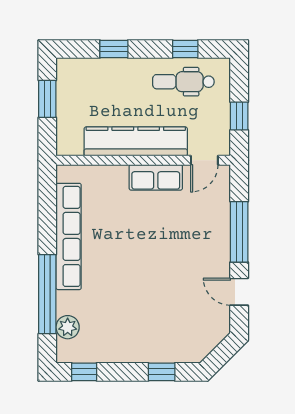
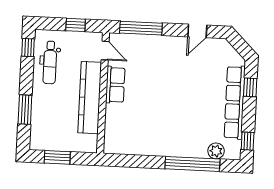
window: (114, 49) -> (25, 110), width x1.50
window: (185, 49) -> (28, 48), moved
window: (239, 232) -> (141, 28), moved
row of seats: (69, 236) -> (235, 102), moved, turned -90

